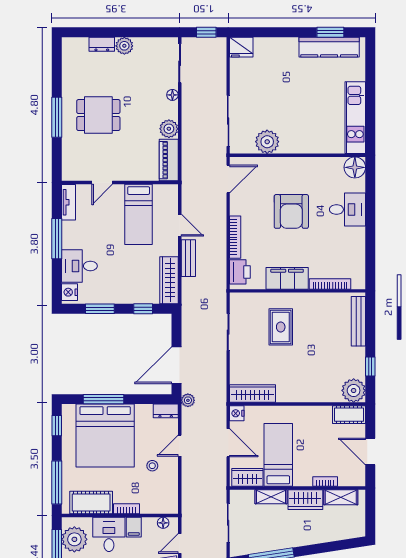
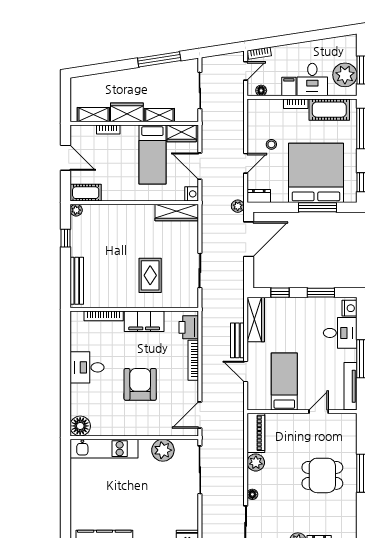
kitchen unit: (355, 118) -> (104, 449), moved, turned 90
tv unit: (69, 202) -> (350, 386), width x1.41
desk: (348, 210) -> (87, 367), moved
plant: (354, 390) -> (76, 210), width x0.53, depth x0.53

